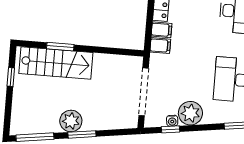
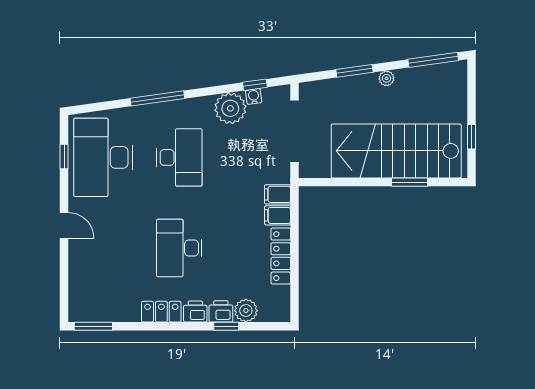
stairs: (56, 63) -> (396, 151), width x1.36, depth x1.51
plant: (71, 121) -> (387, 78), width x0.53, depth x0.53
window: (82, 134) -> (354, 71), moved

